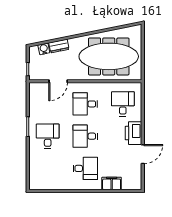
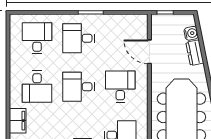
desk: (48, 136) -> (79, 38), turned 180
desk: (85, 136) -> (79, 87), turned -90
desk: (48, 168) -> (37, 38), added

